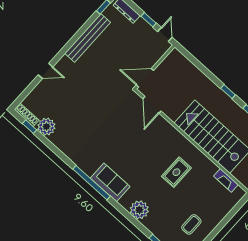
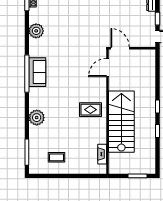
plant: (46, 127) -> (36, 31), moved
rug: (176, 172) -> (90, 110), moved
sofa: (110, 182) -> (37, 72), moved

